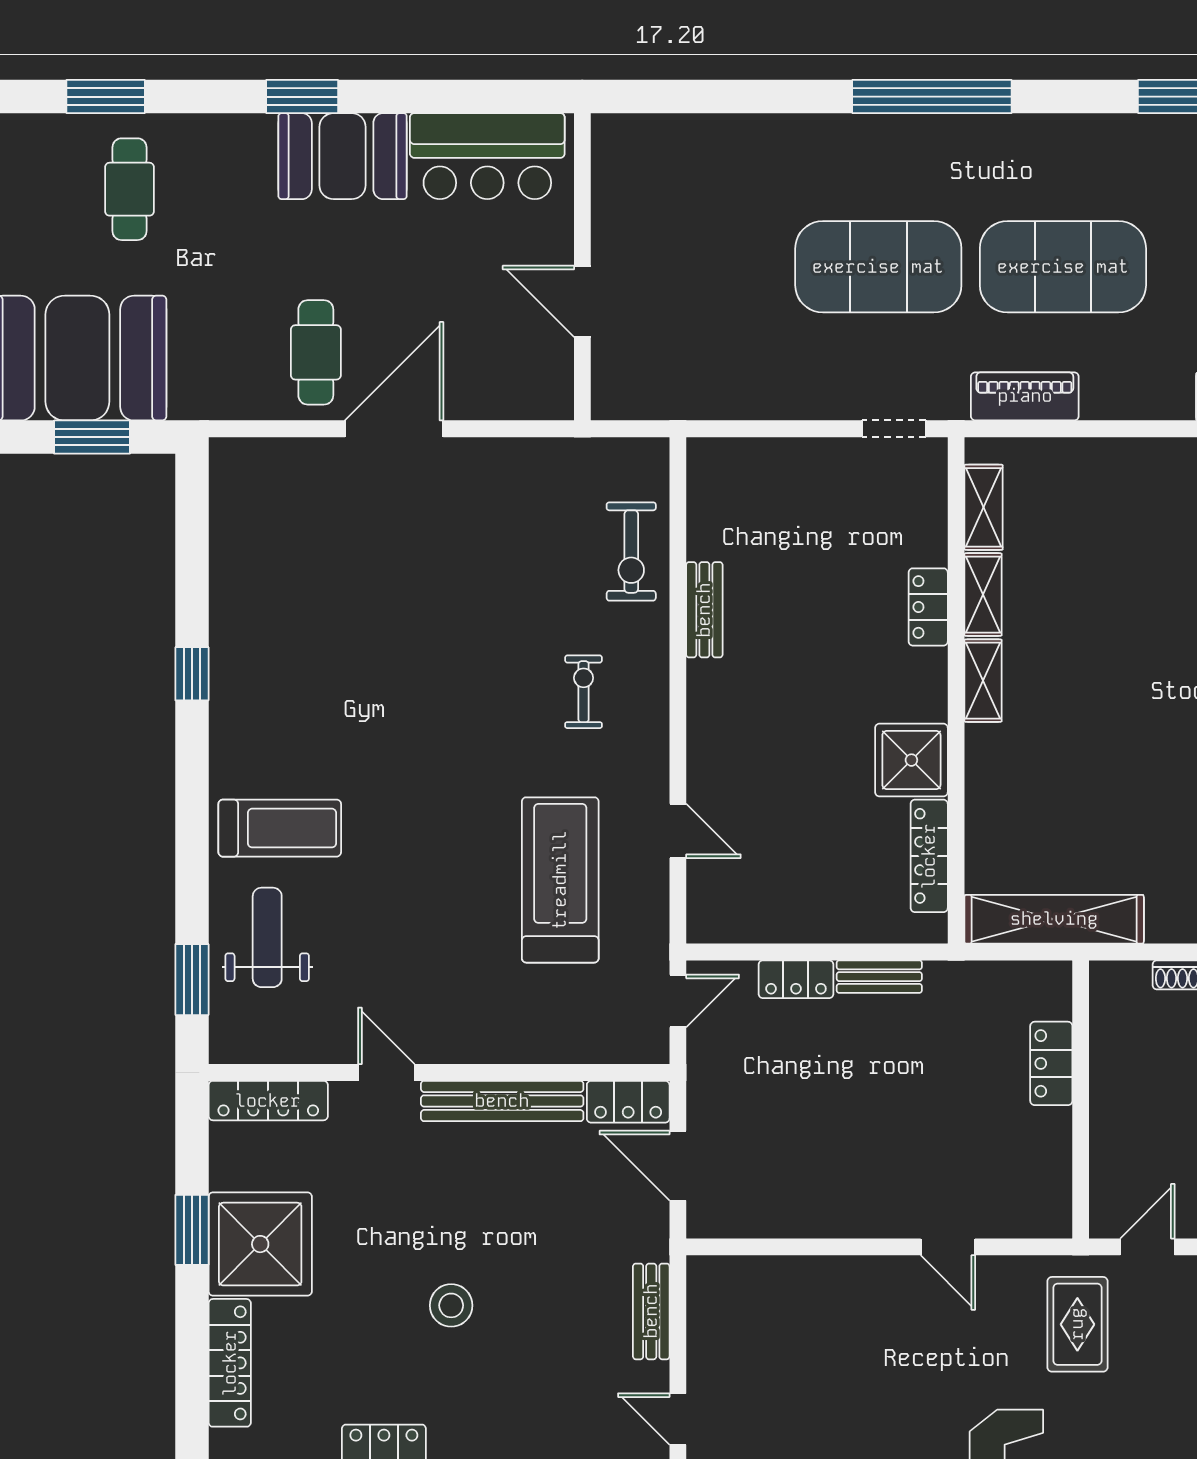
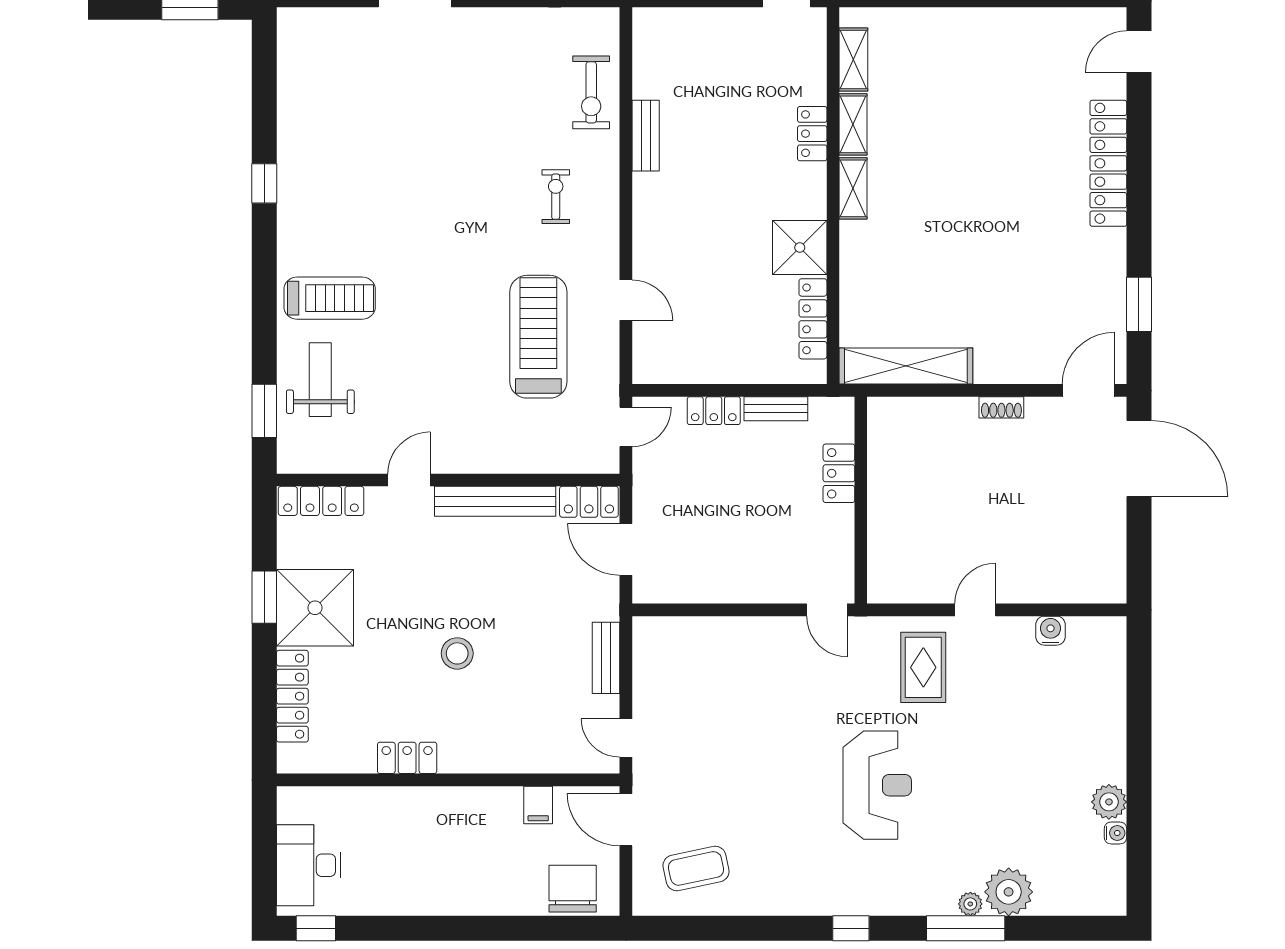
locker: (1051, 1063) -> (839, 473), moved
door: (386, 1072) -> (409, 480), hinge flipped
wall: (1081, 1099) -> (861, 500), moved

